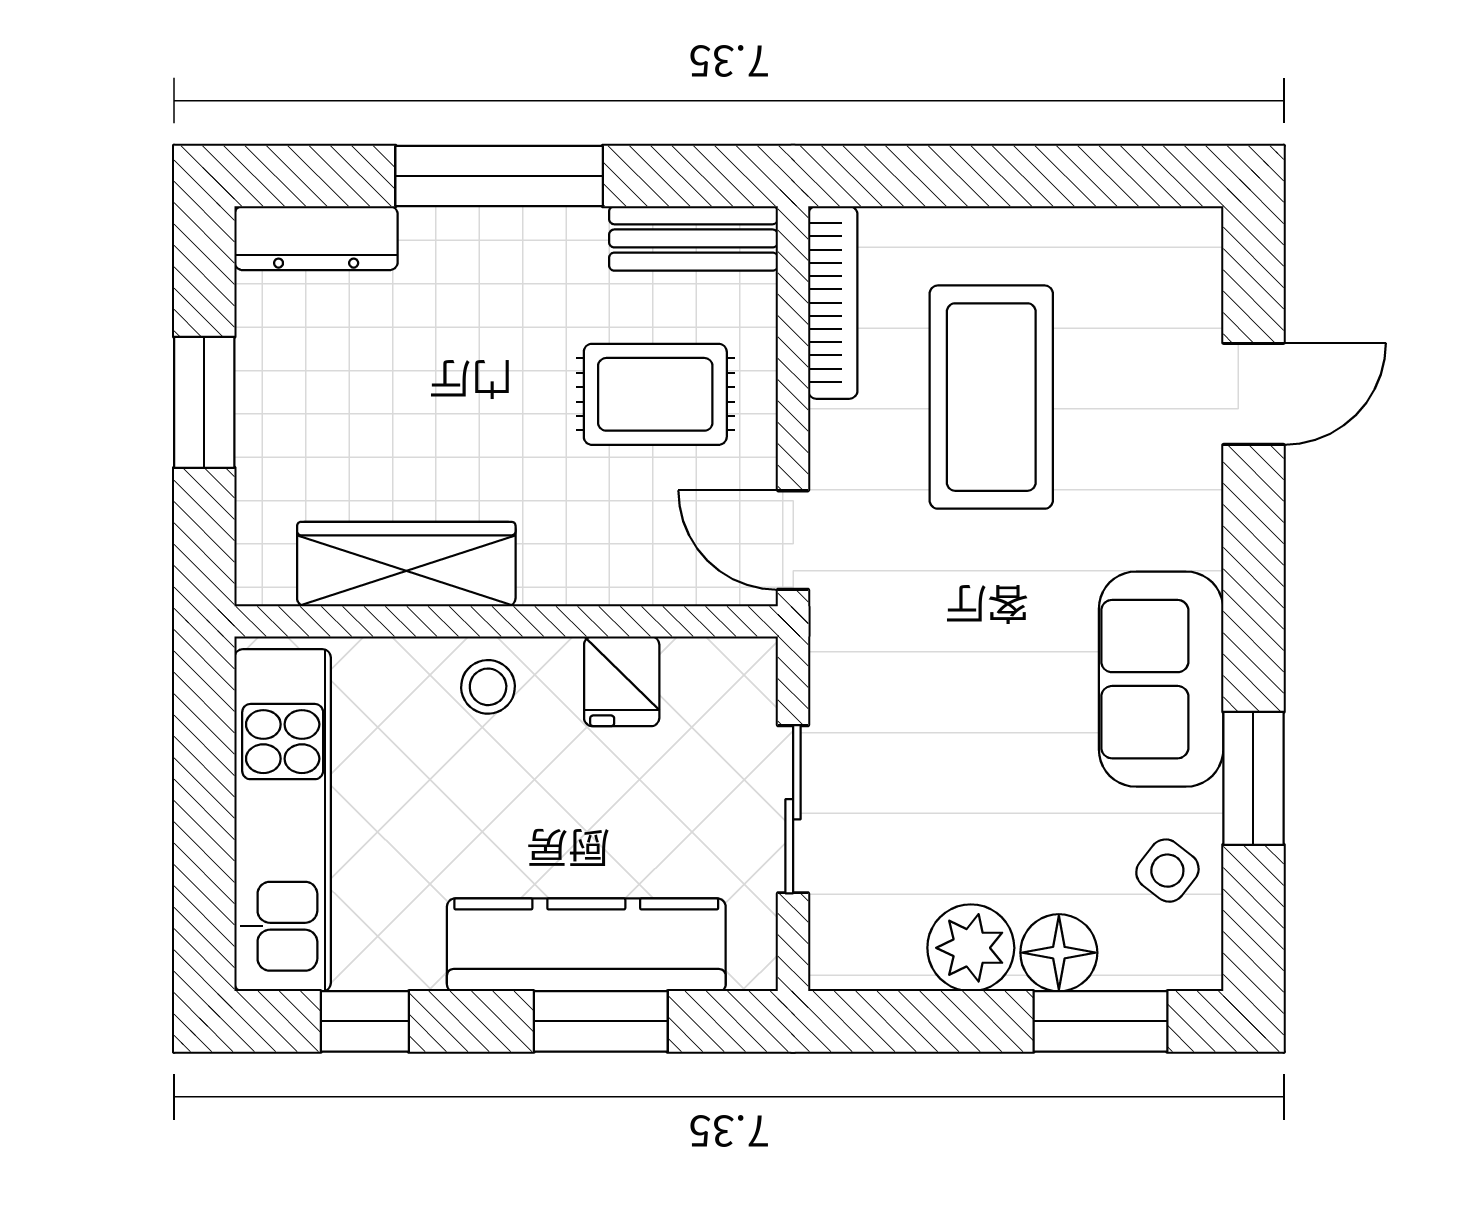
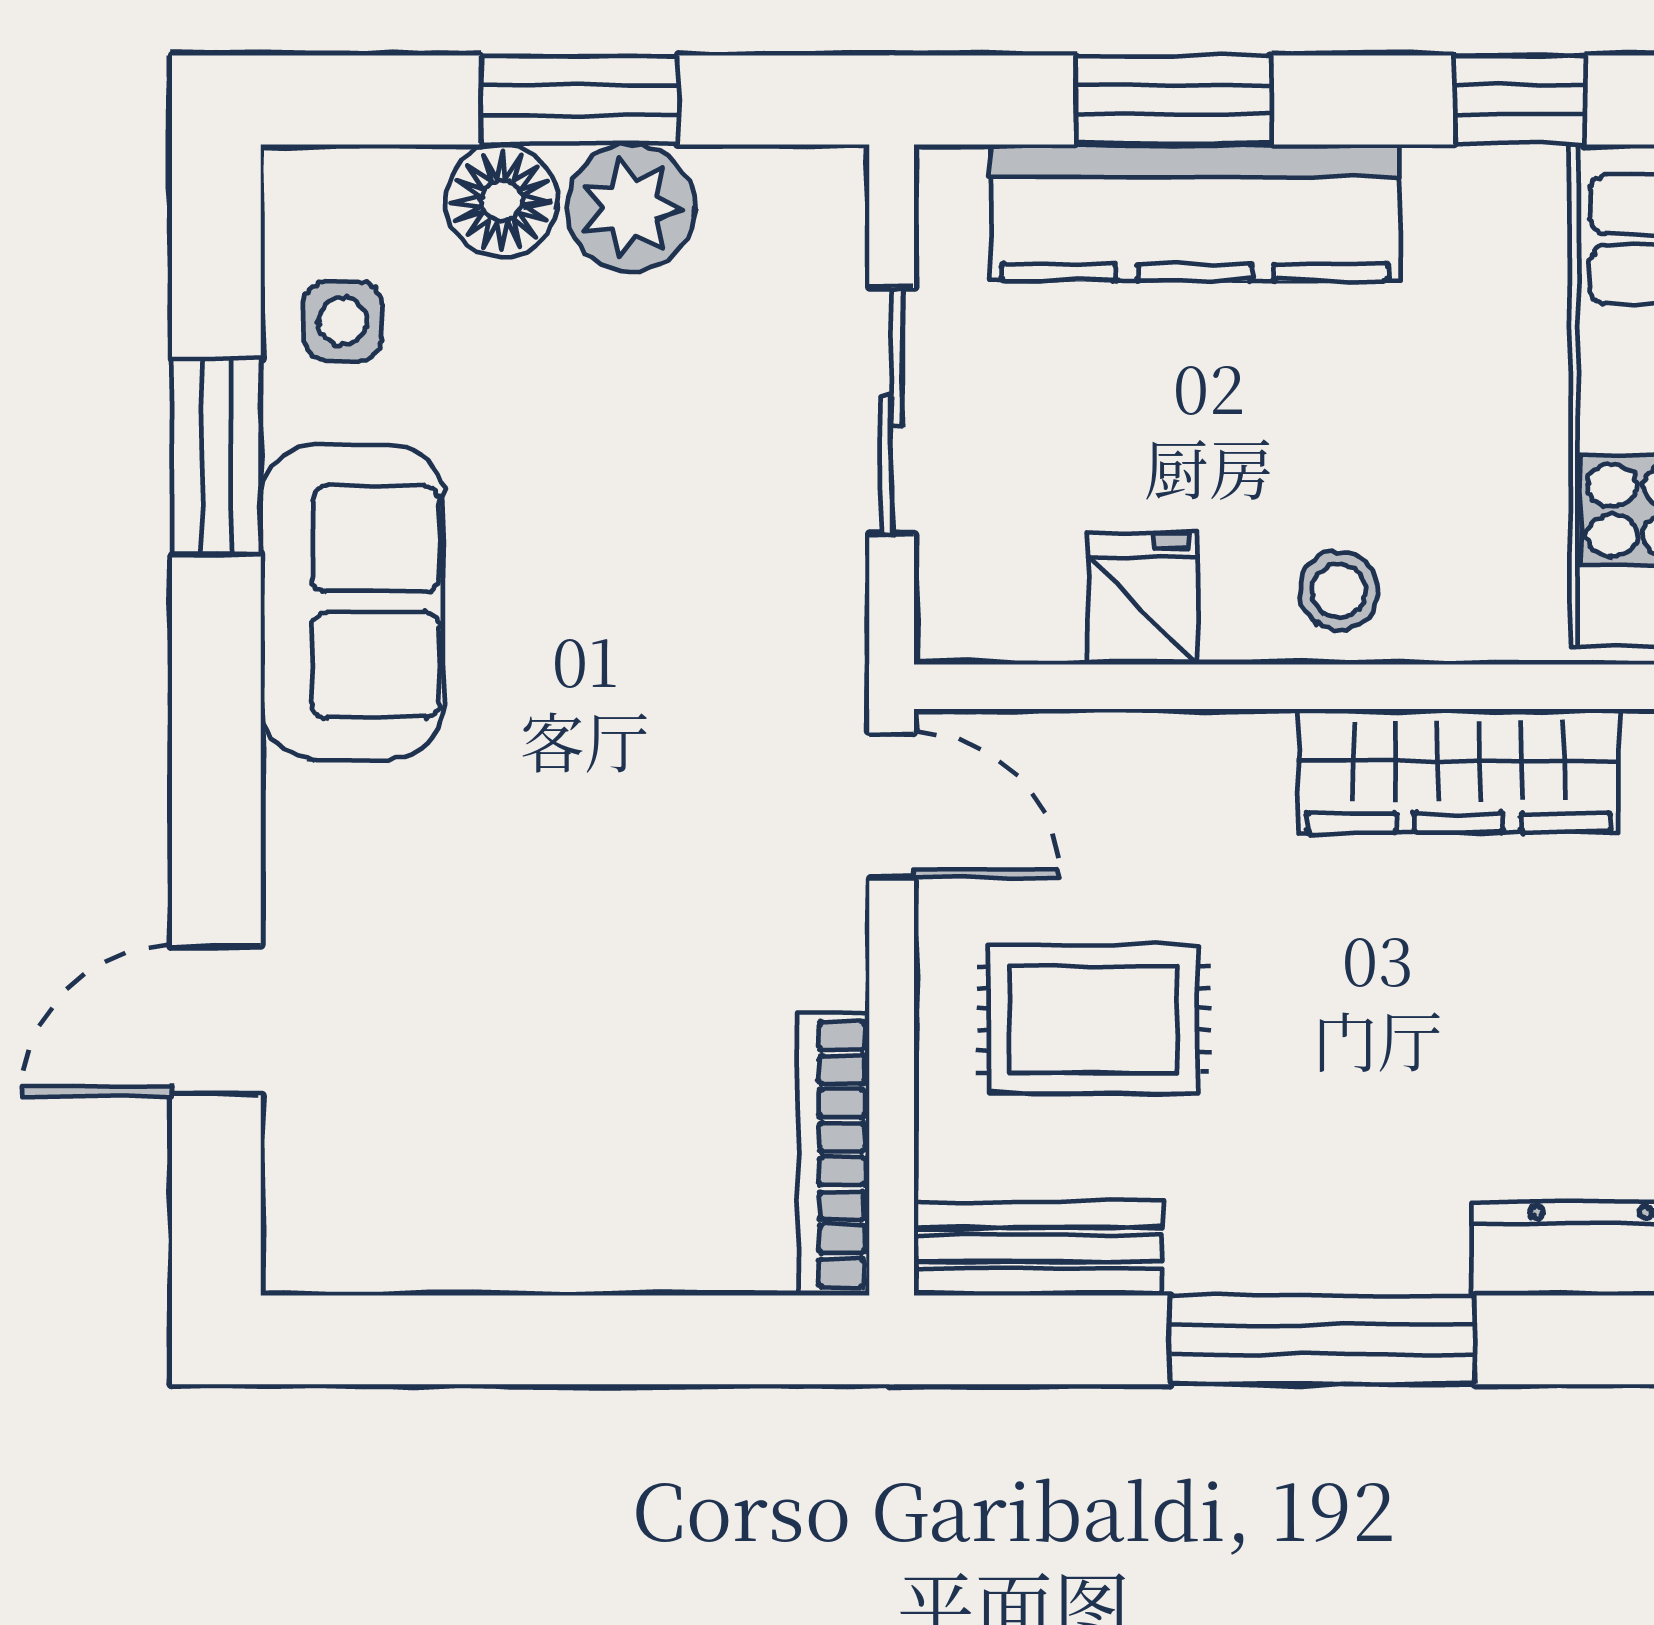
coffee table: (991, 397) -> (601, 1016), removed
side table: (1167, 871) -> (343, 321), turned -38
window: (1100, 1021) -> (579, 100), moved

